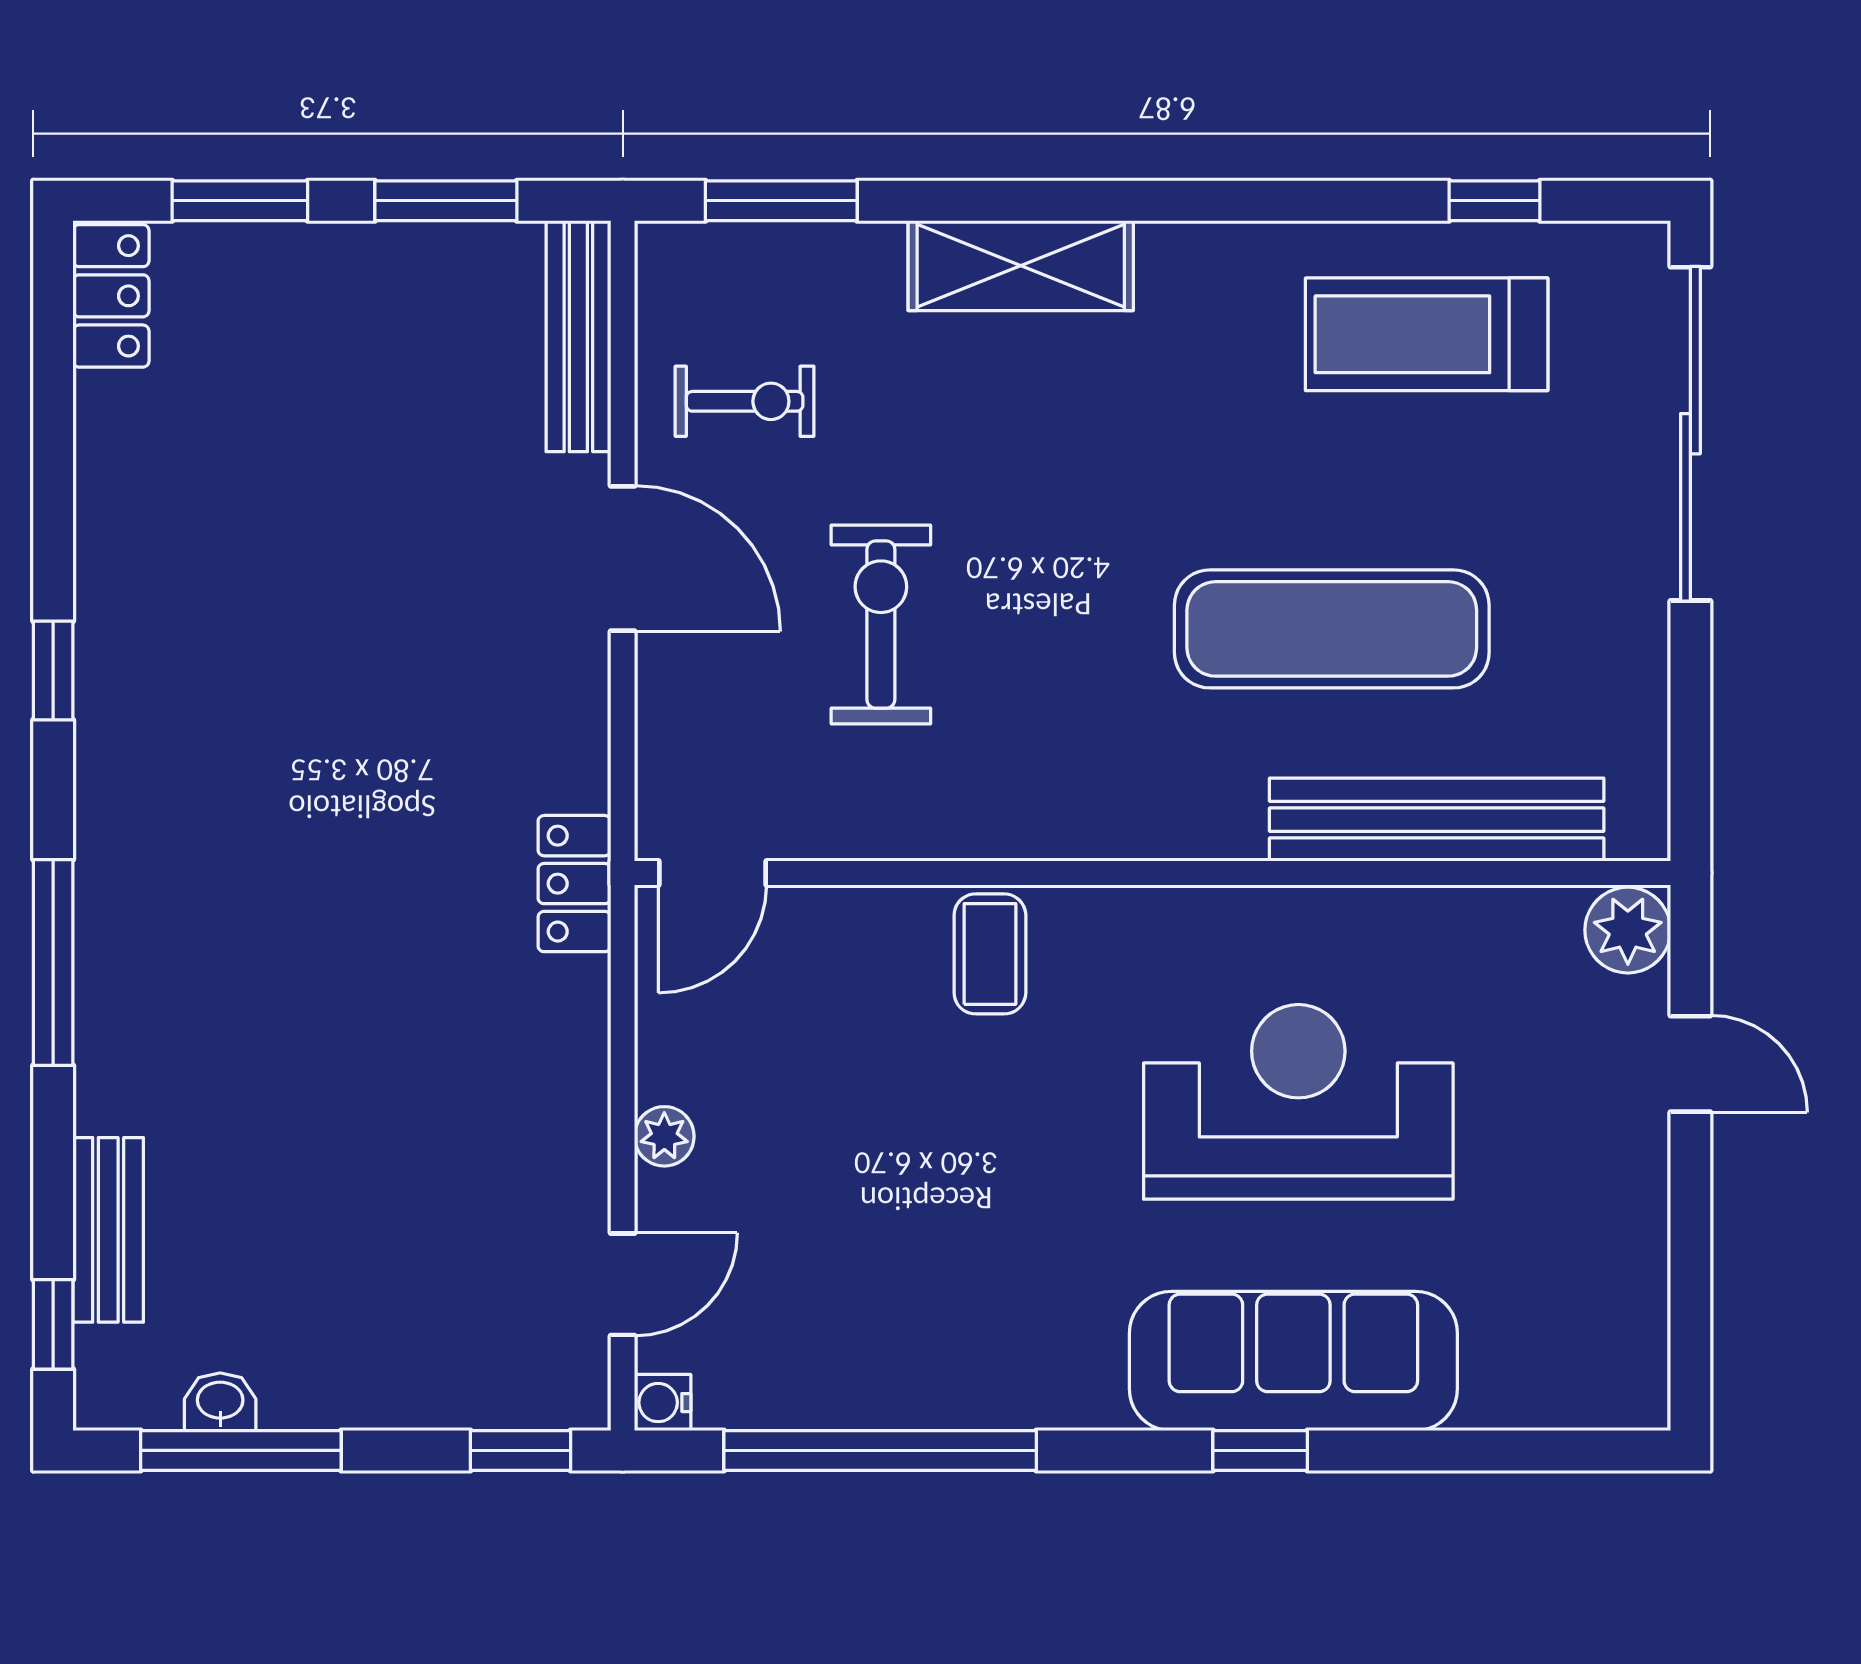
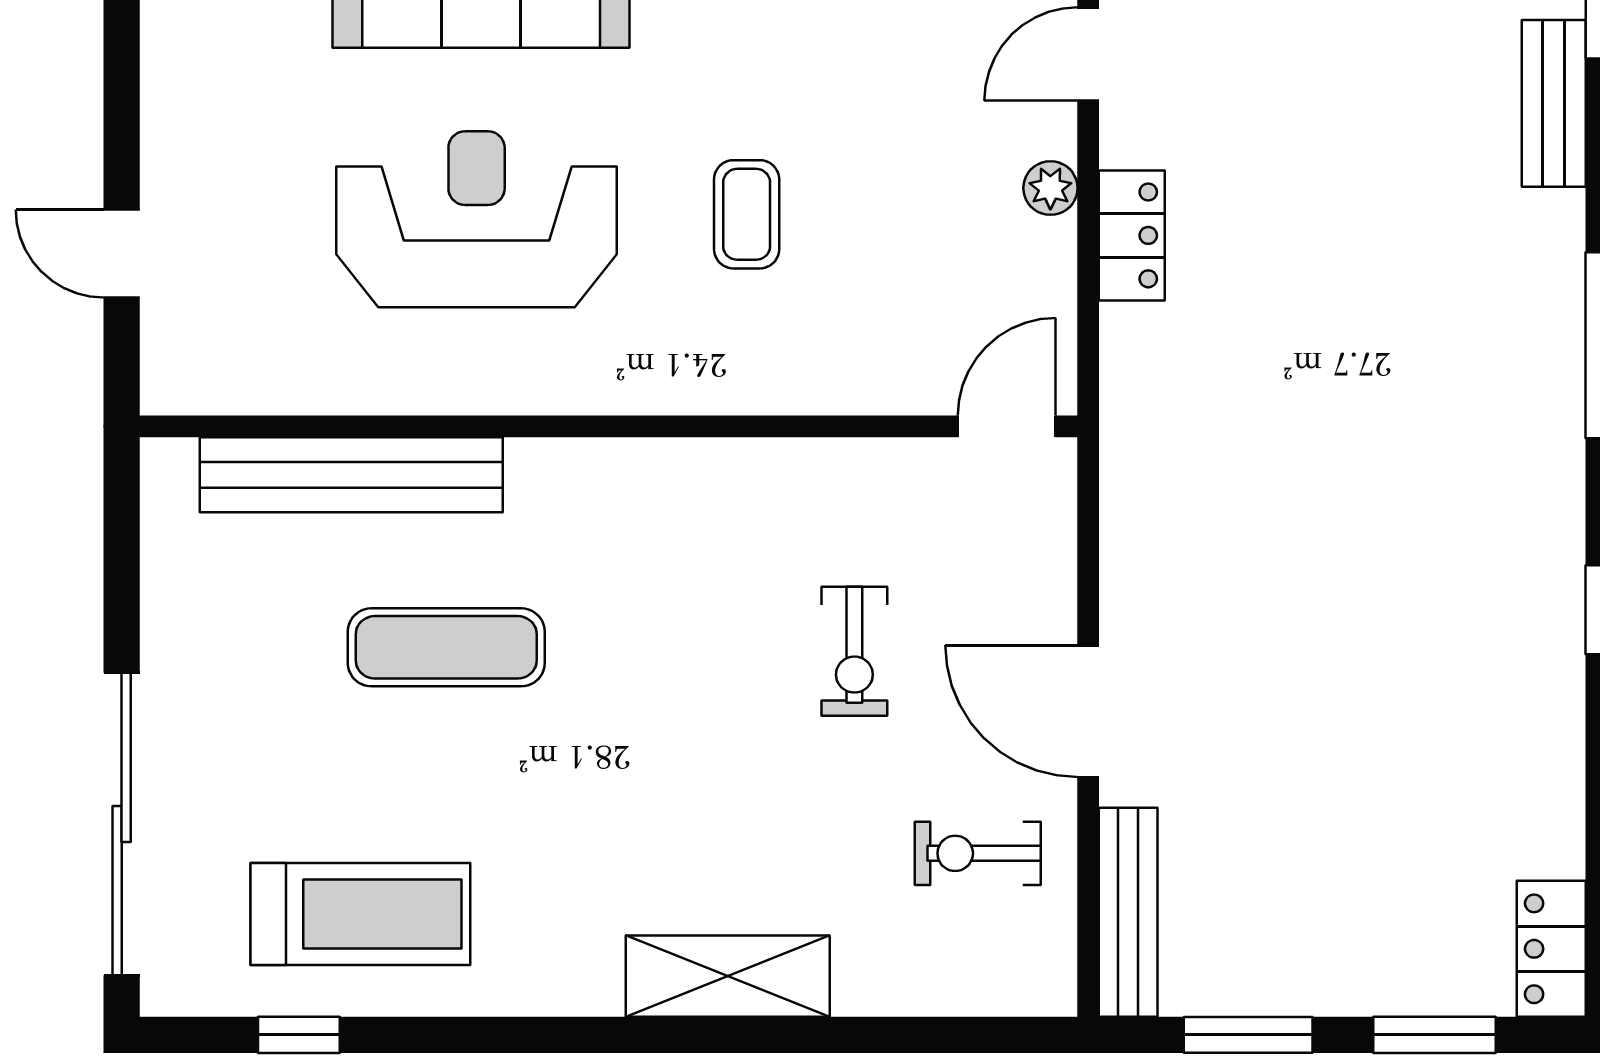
window: (781, 201) -> (945, 1035), removed
exercise bike: (881, 624) -> (854, 651), width x0.73, depth x0.72
exercise mat: (1332, 629) -> (446, 647), width x0.73, depth x0.69
locker: (574, 884) -> (1132, 235), moved
plant: (1628, 930) -> (178, 375), removed
coffee table: (990, 954) -> (747, 214), moved
reception desk: (1298, 1102) -> (477, 219), turned 180

